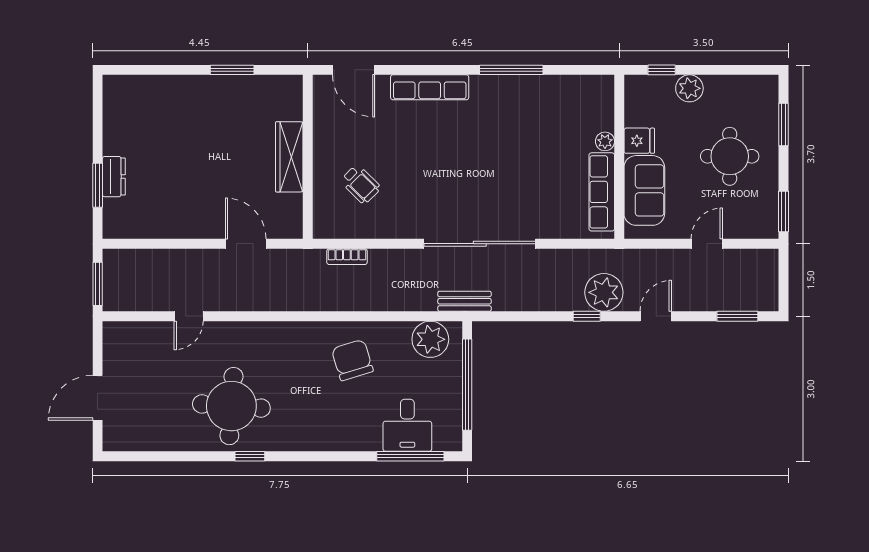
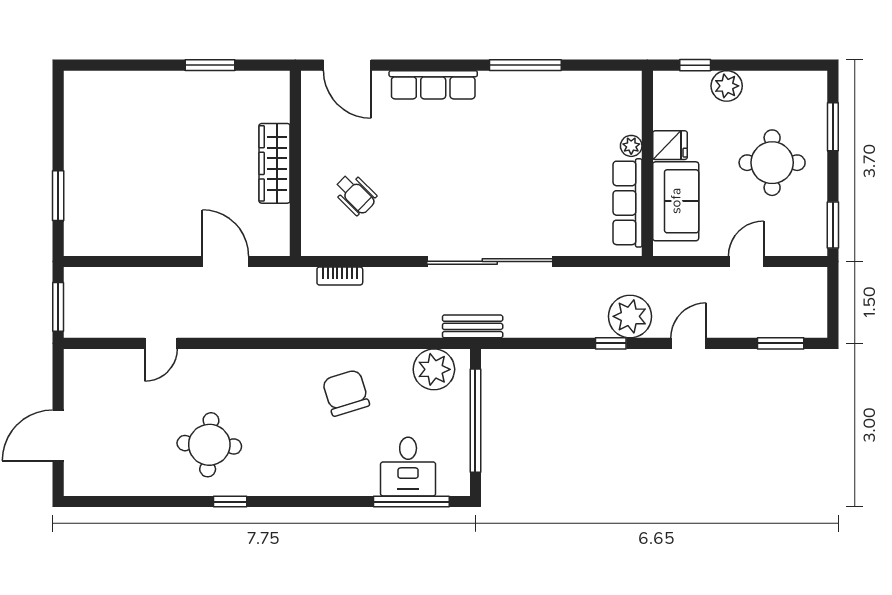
dresser: (114, 177) -> (76, 186), removed
round table: (231, 406) -> (209, 445), width x0.73, depth x0.73

